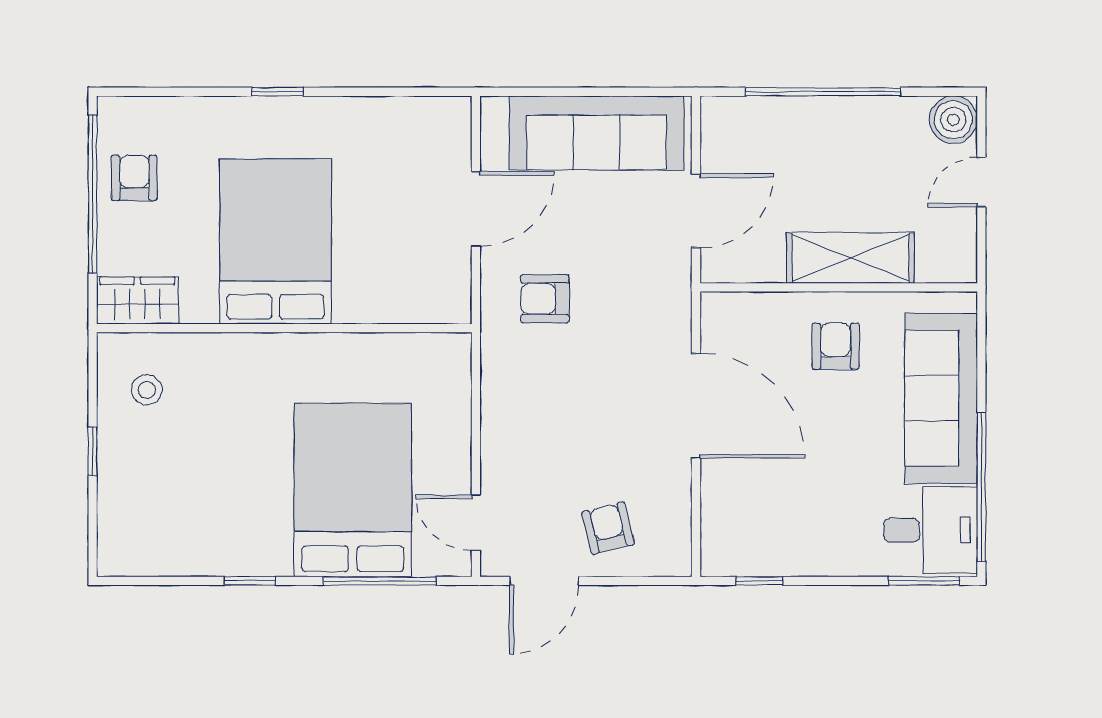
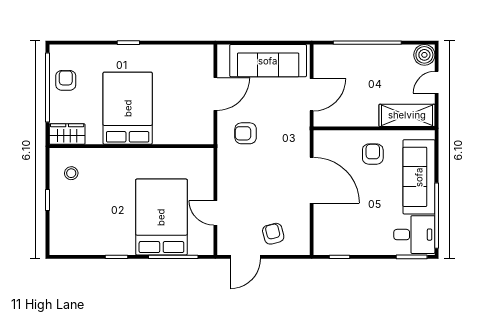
shelving: (850, 258) -> (407, 115), moved
door: (476, 523) -> (215, 213), moved

